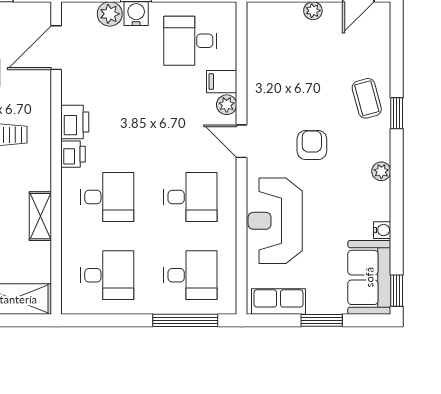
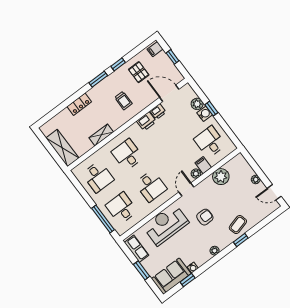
plant: (264, 66) -> (221, 177), added
printer: (73, 154) -> (158, 112), moved
desk: (107, 197) -> (127, 155), turned 180
desk: (190, 275) -> (121, 208), turned 180
window: (397, 291) -> (188, 280), moved

